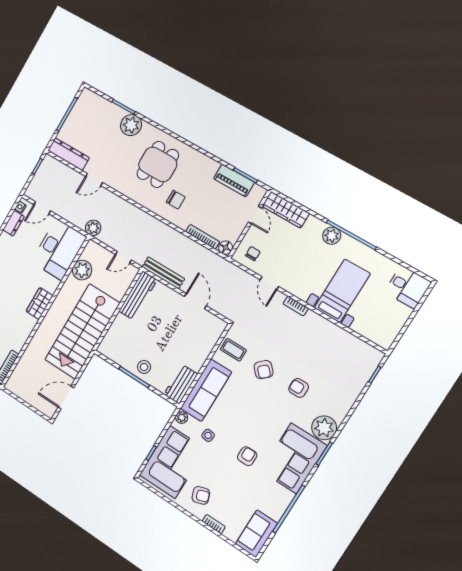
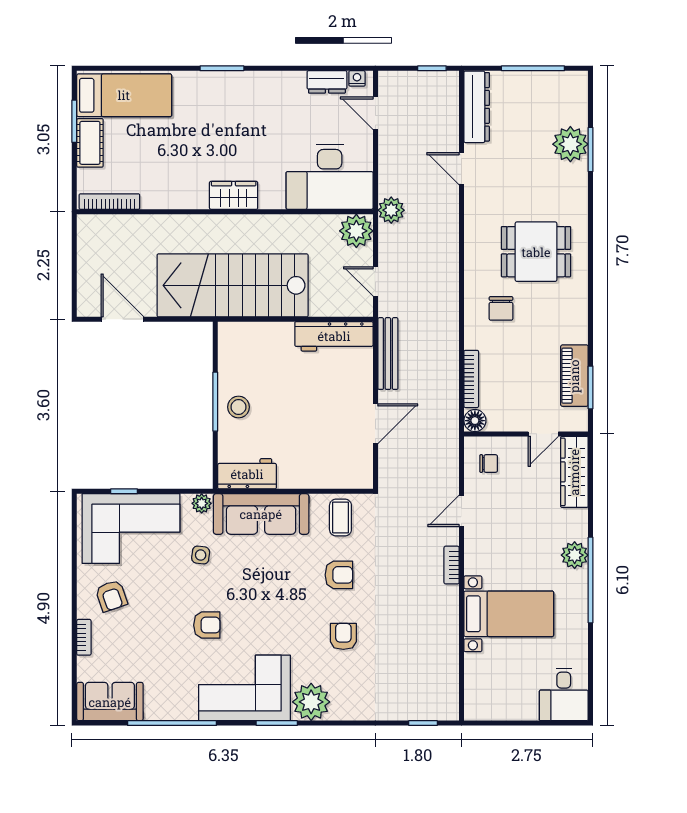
plant: (131, 125) -> (570, 144), moved
plant: (82, 270) -> (356, 231), moved
armchair: (264, 370) -> (339, 575), turned -137

